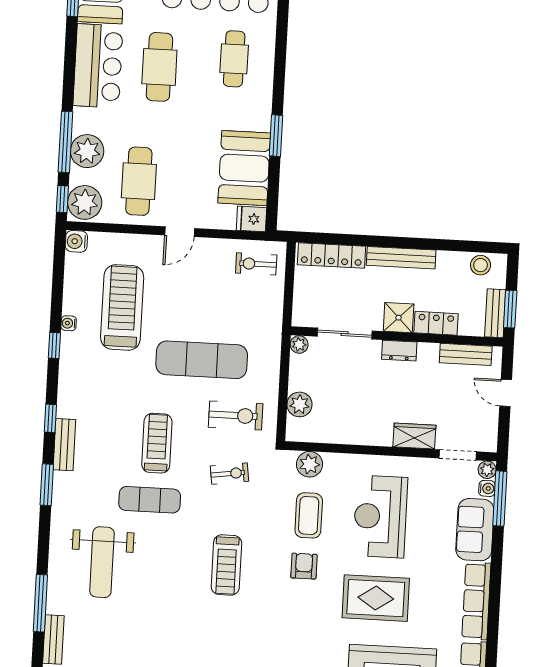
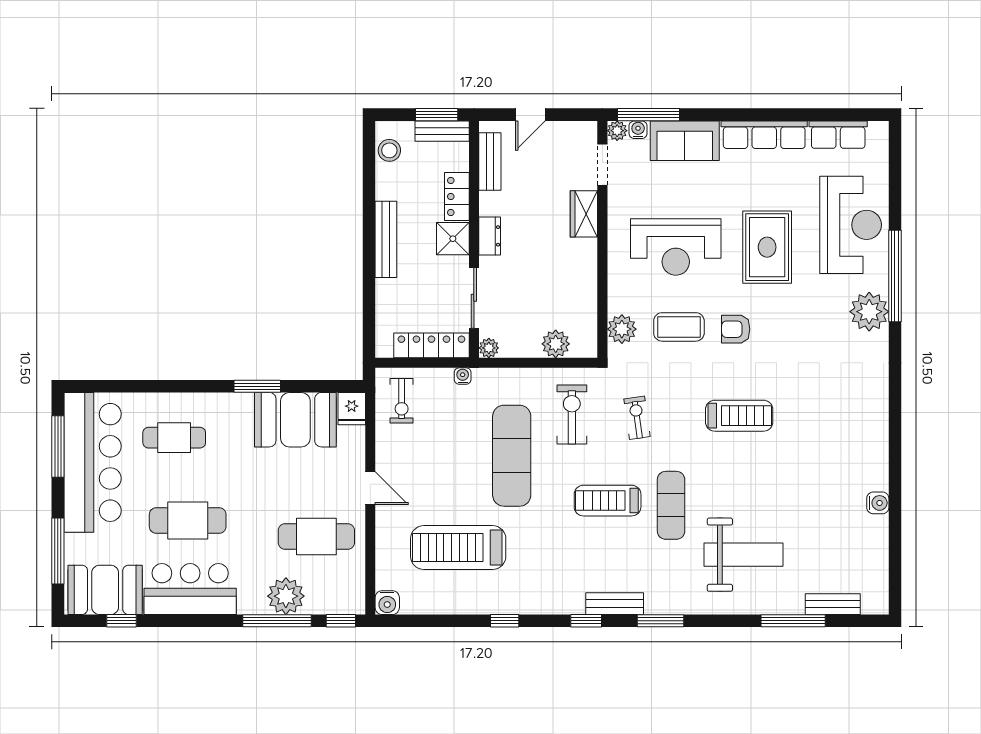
plant: (85, 202) -> (343, 596), removed
locker: (331, 255) -> (431, 345), moved, turned -90
water cooler: (69, 323) -> (463, 376), moved, turned 180

